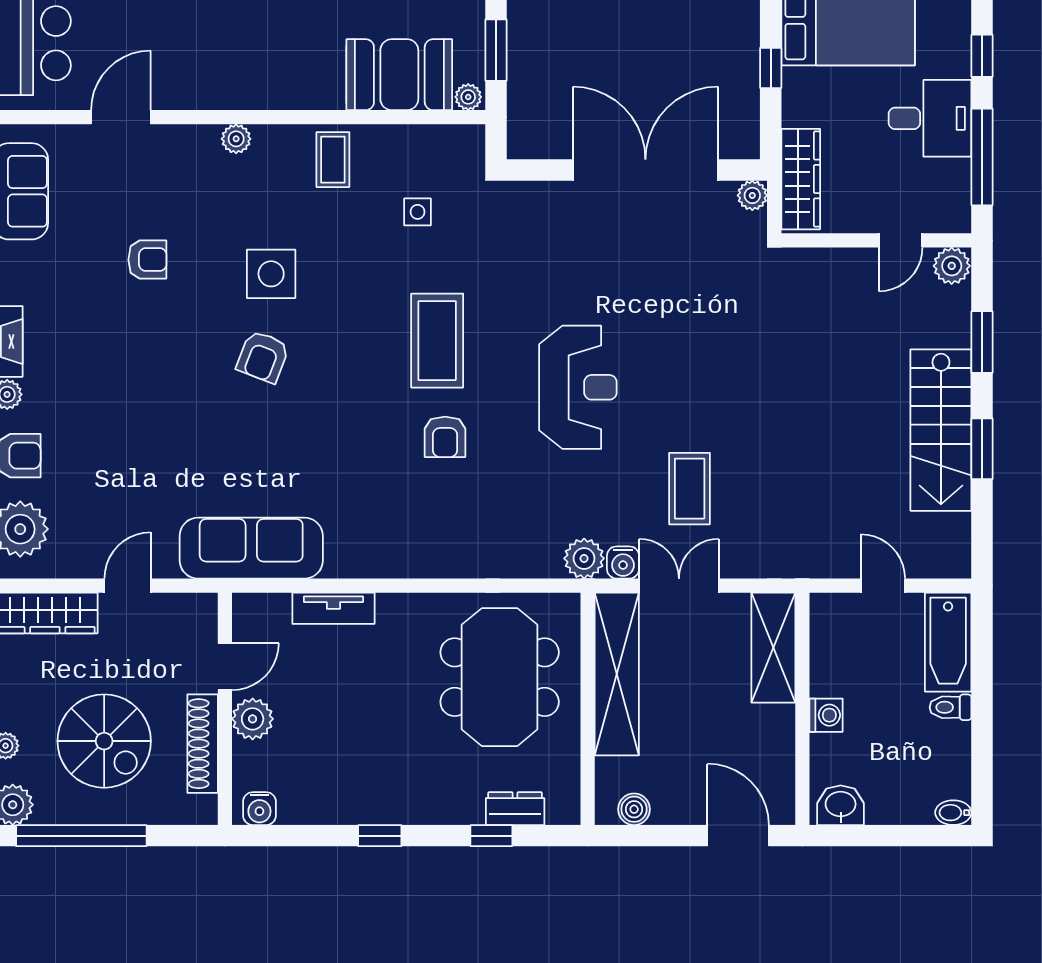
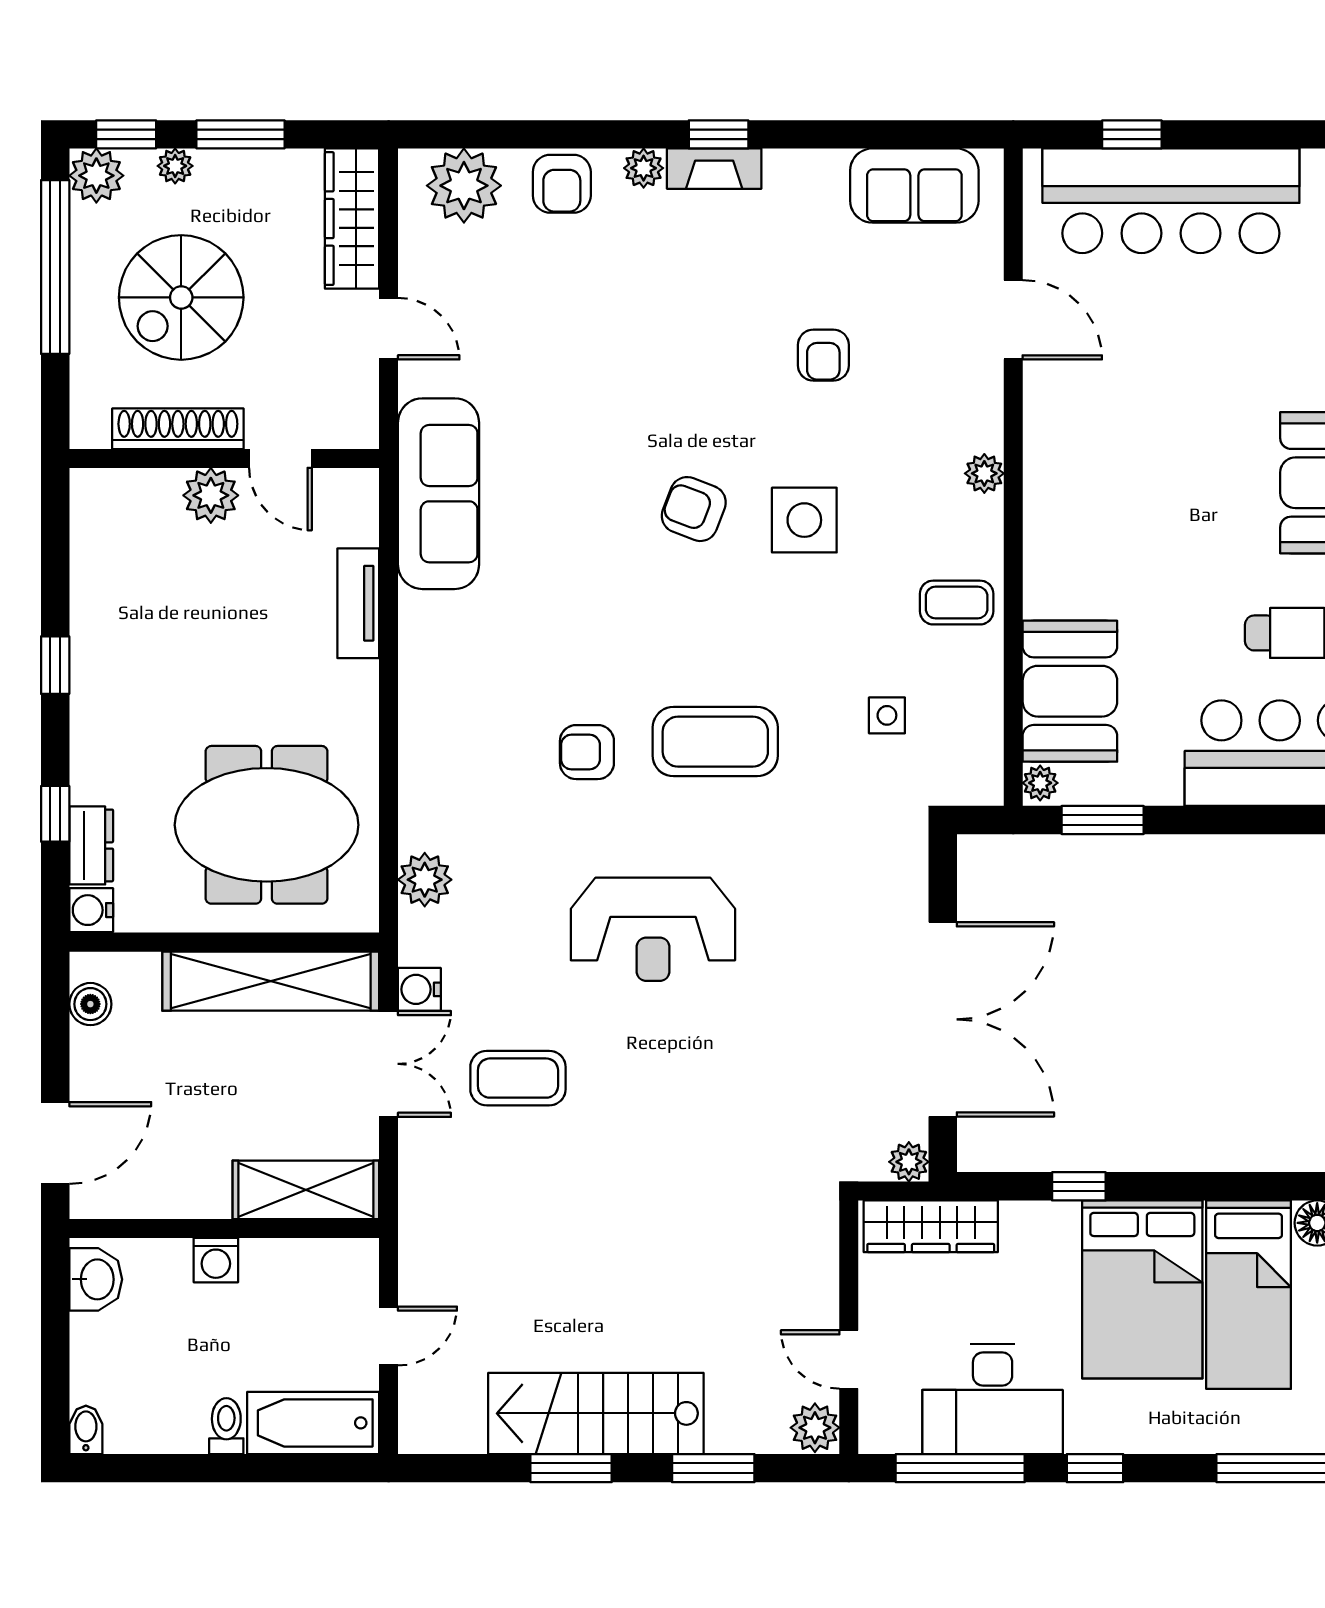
desk: (930, 118) -> (993, 1399), width x1.37
plant: (584, 558) -> (425, 880), moved
water cooler: (259, 809) -> (91, 910), moved

